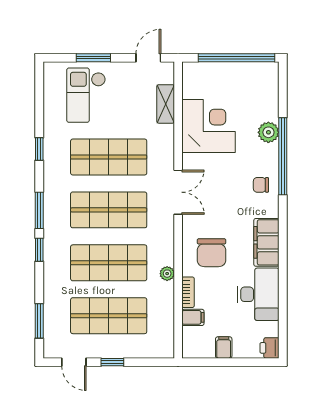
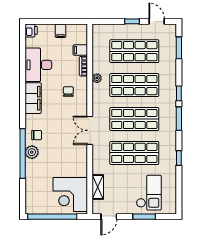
corner desk: (209, 126) -> (70, 194), moved
plant: (268, 132) -> (32, 152), moved
chair: (211, 253) -> (68, 92), width x0.54, depth x0.54

